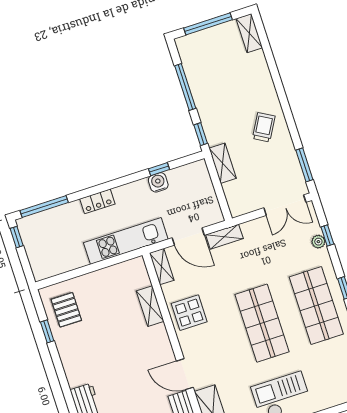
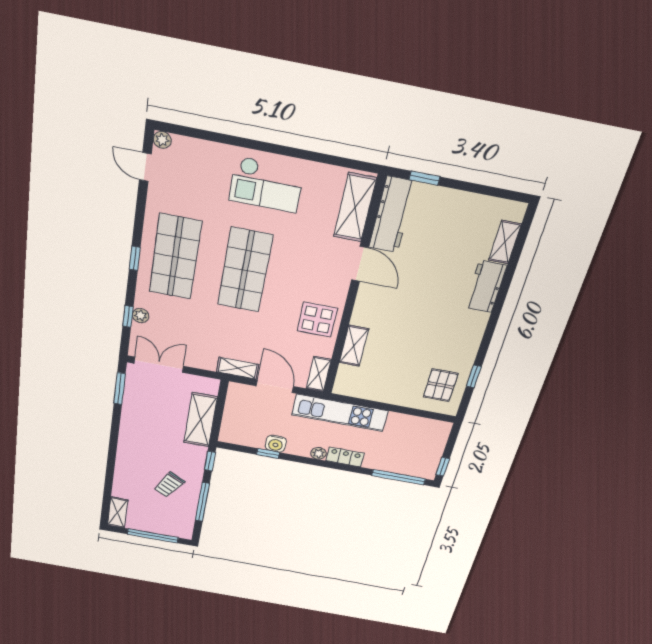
trolley: (264, 127) -> (169, 485), moved
shelving: (223, 163) -> (201, 420), width x1.50, depth x1.33
plant: (120, 193) -> (318, 453), added

